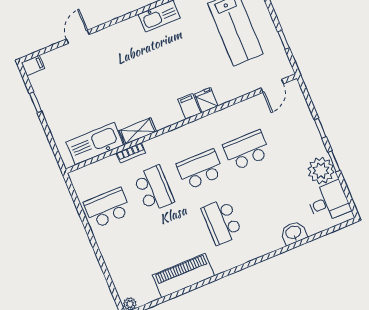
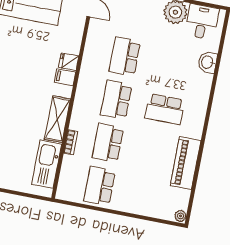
shelving: (138, 131) -> (57, 119), width x1.50, depth x1.33
school desk: (154, 189) -> (108, 143), turned -90

